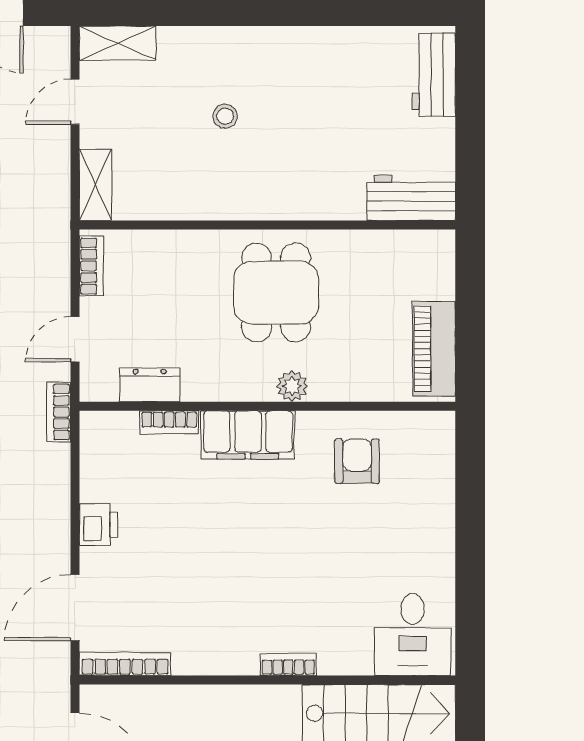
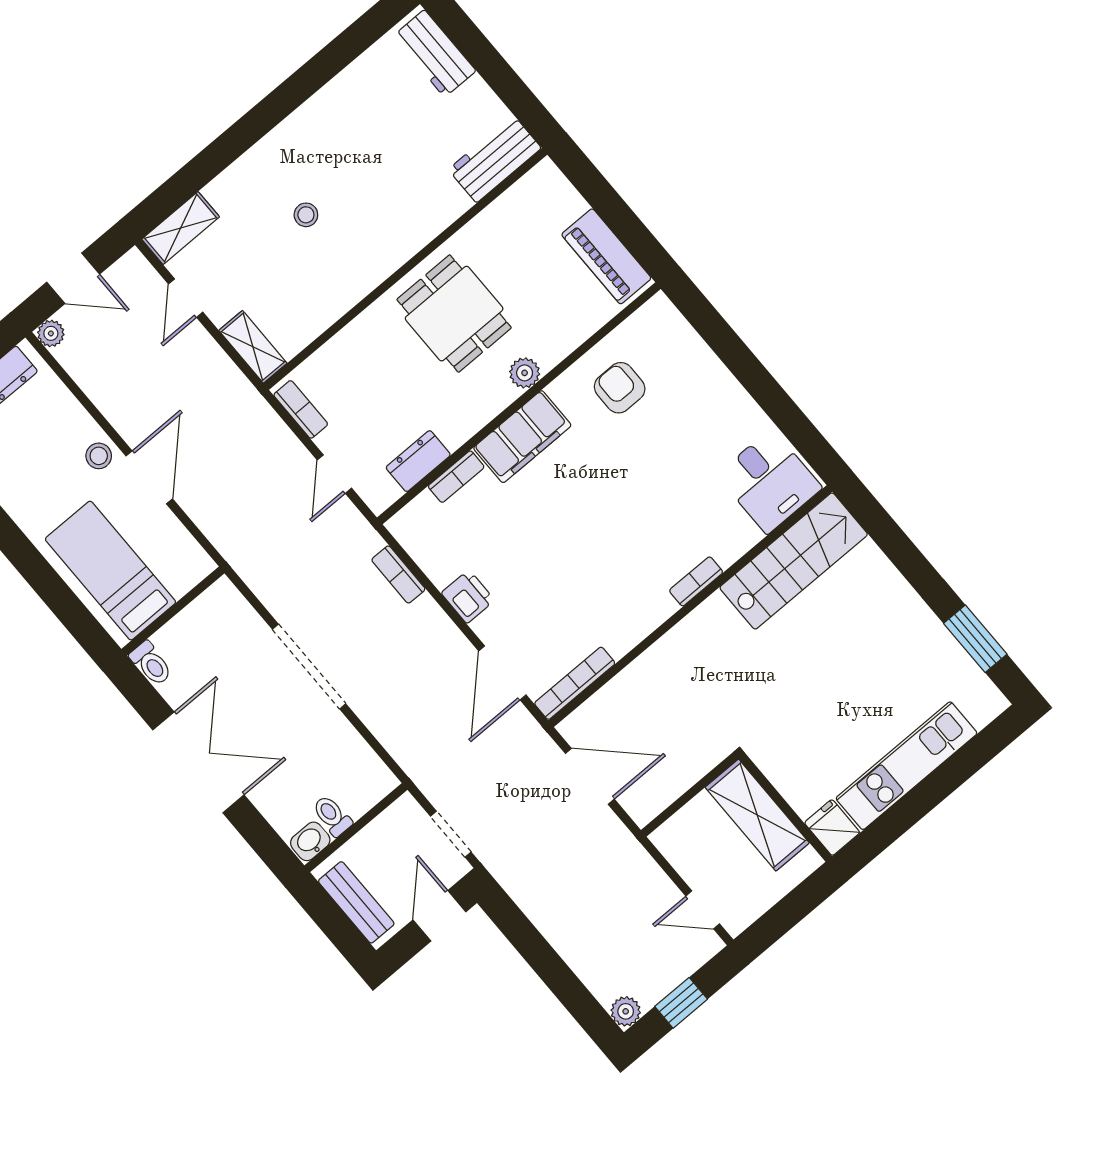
bookcase: (59, 412) -> (398, 574), moved

